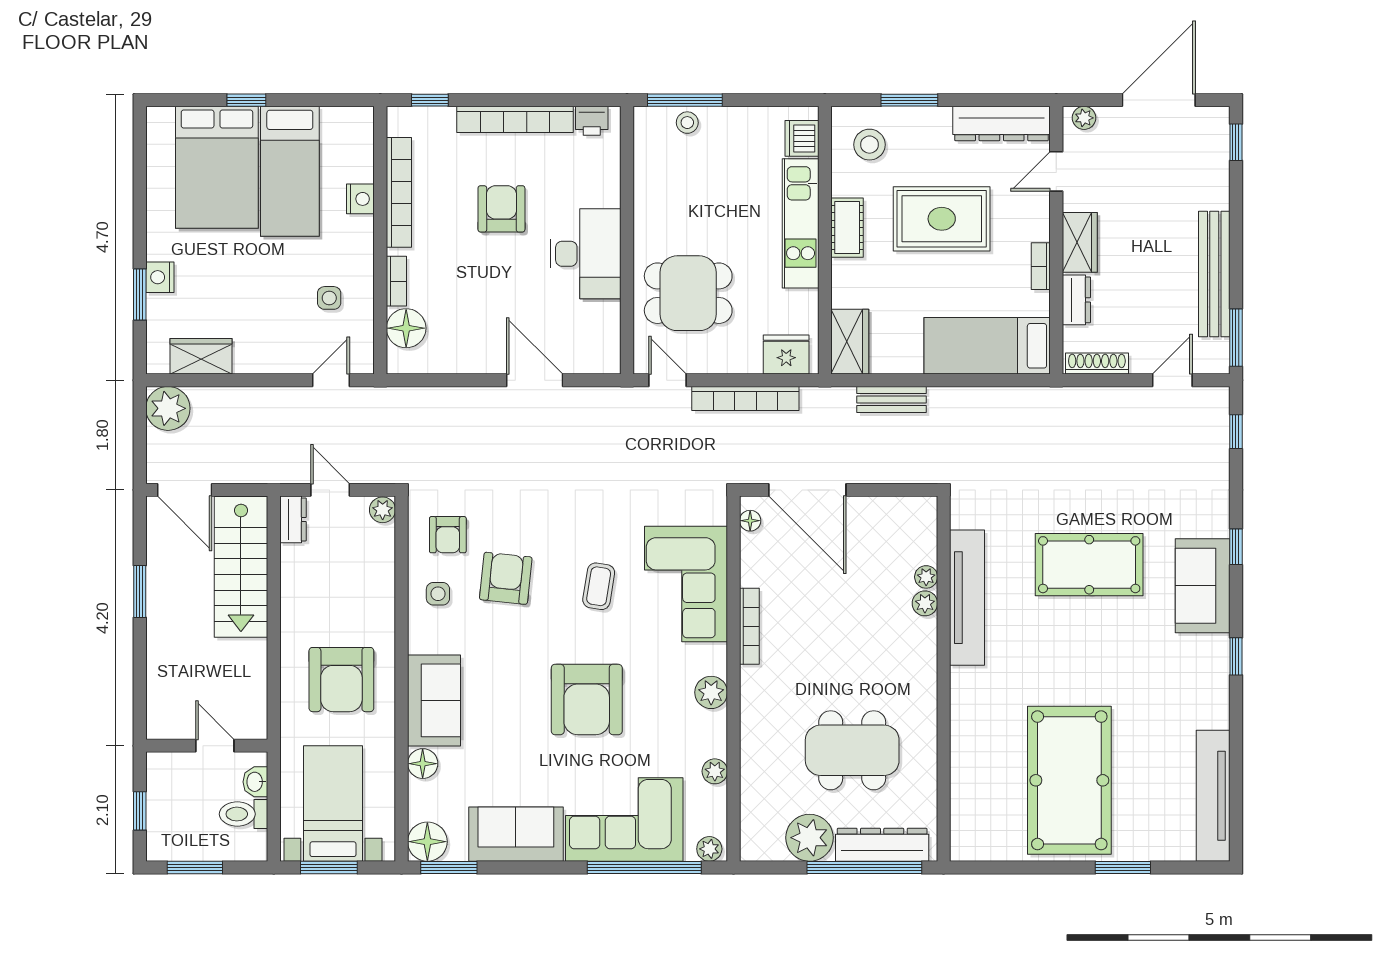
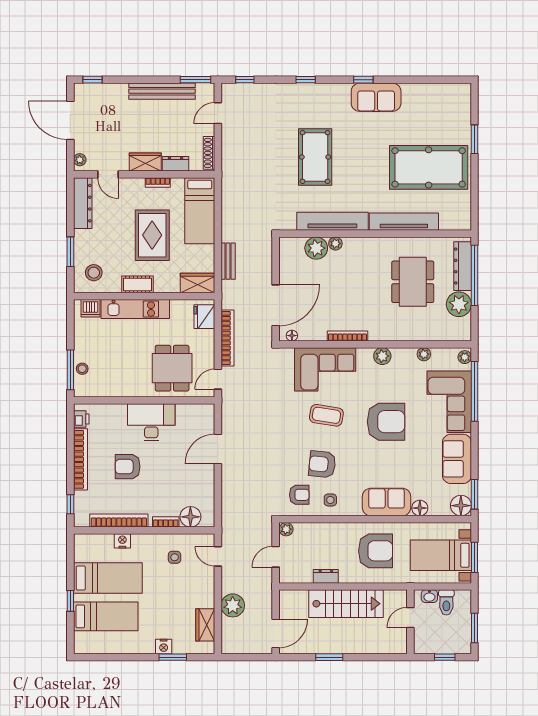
bed: (217, 167) -> (106, 616), width x0.67
rug: (942, 219) -> (152, 235), moved
door: (1172, 380) -> (218, 113), hinge flipped
plant: (168, 408) -> (233, 605), moved
dresser: (293, 519) -> (326, 576), moved
stairs: (241, 567) -> (346, 604), moved
plant: (926, 577) -> (316, 248), width x1.88, depth x1.88
coffee table: (599, 586) -> (326, 415), width x1.36, depth x1.30
sofa: (1203, 586) -> (376, 97), moved
tv unit: (1213, 796) -> (404, 222), moved, turned 180

